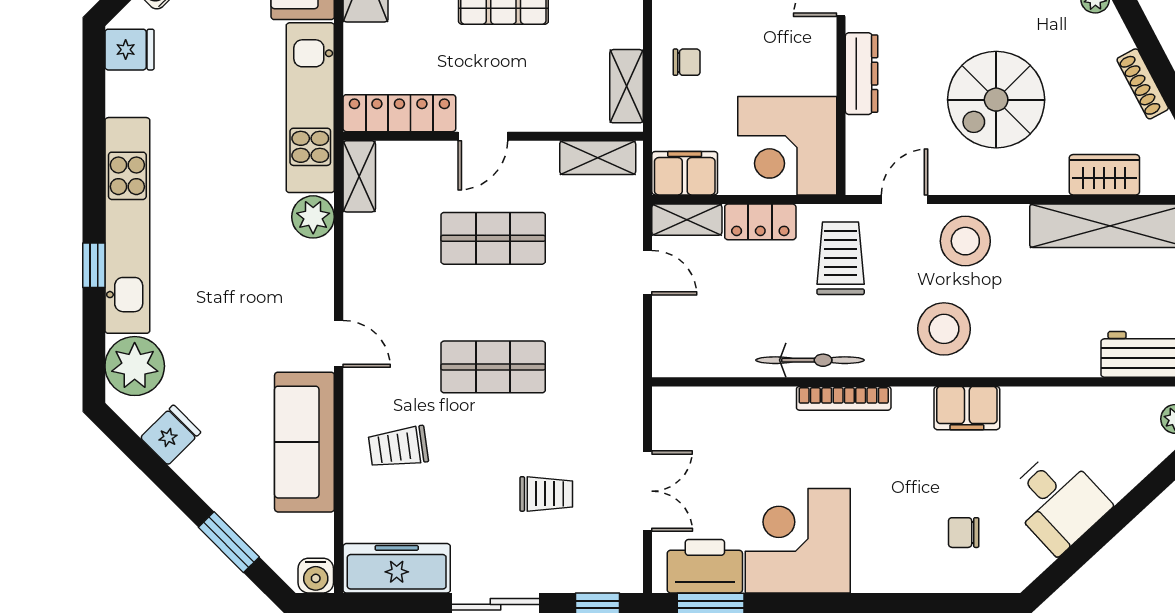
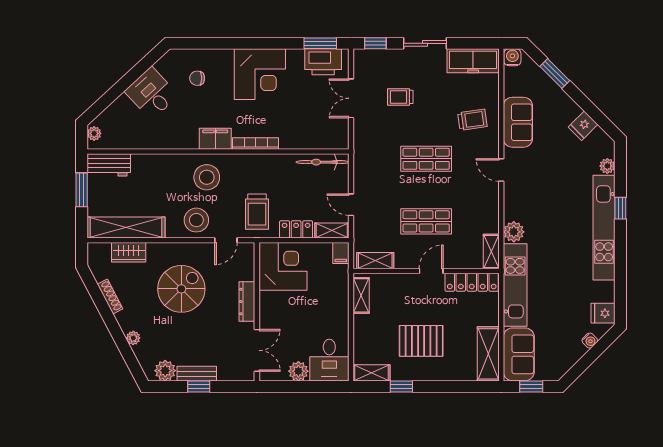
chair: (687, 62) -> (332, 307), removed
filing cabinet: (685, 173) -> (341, 253), width x0.50
bicycle: (810, 360) -> (322, 162), moved
plant: (135, 366) -> (607, 166), width x0.53, depth x0.53
filing cabinet: (967, 408) -> (215, 139), moved
sofa: (304, 442) -> (518, 122), width x0.73
chair: (964, 533) -> (197, 78), turned 180
corner desk: (798, 541) -> (260, 74), moved

